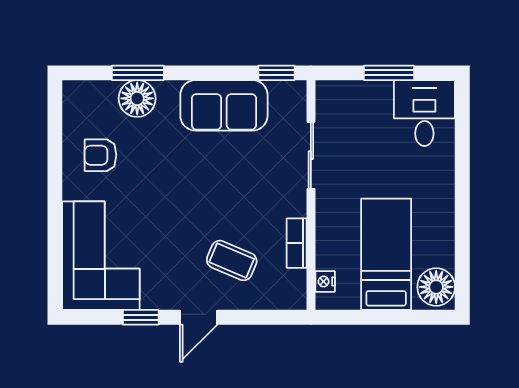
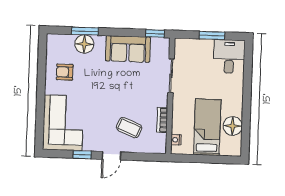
floor lamp: (436, 287) -> (233, 126), moved

